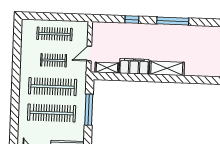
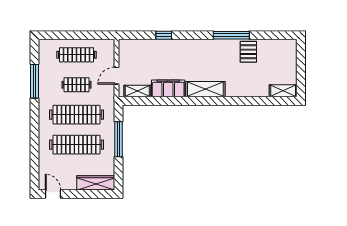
window: (173, 21) -> (231, 35), moved
pallet: (206, 37) -> (248, 52), added
window: (17, 56) -> (35, 81), added

